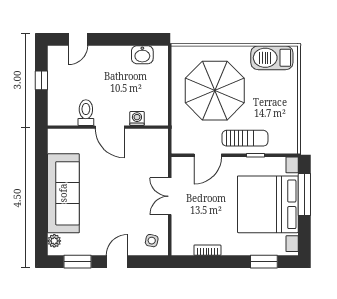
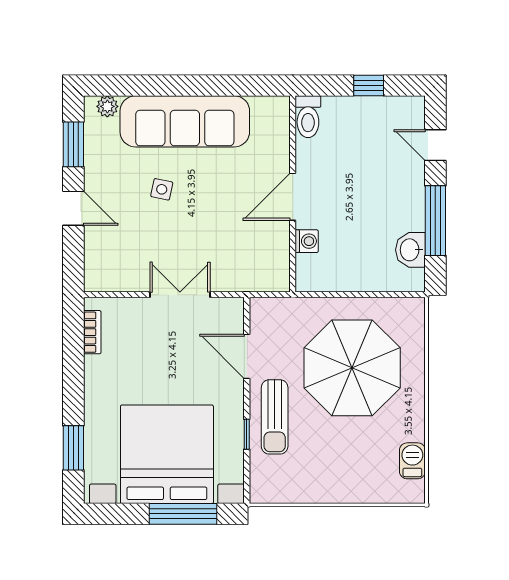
window: (124, 39) -> (435, 221), added
barbecue: (272, 58) -> (412, 461), width x0.53, depth x0.65
toilet: (86, 113) -> (308, 117), moved, turned 90
side table: (152, 241) -> (162, 189), moved
bookcase: (207, 250) -> (92, 332), moved

